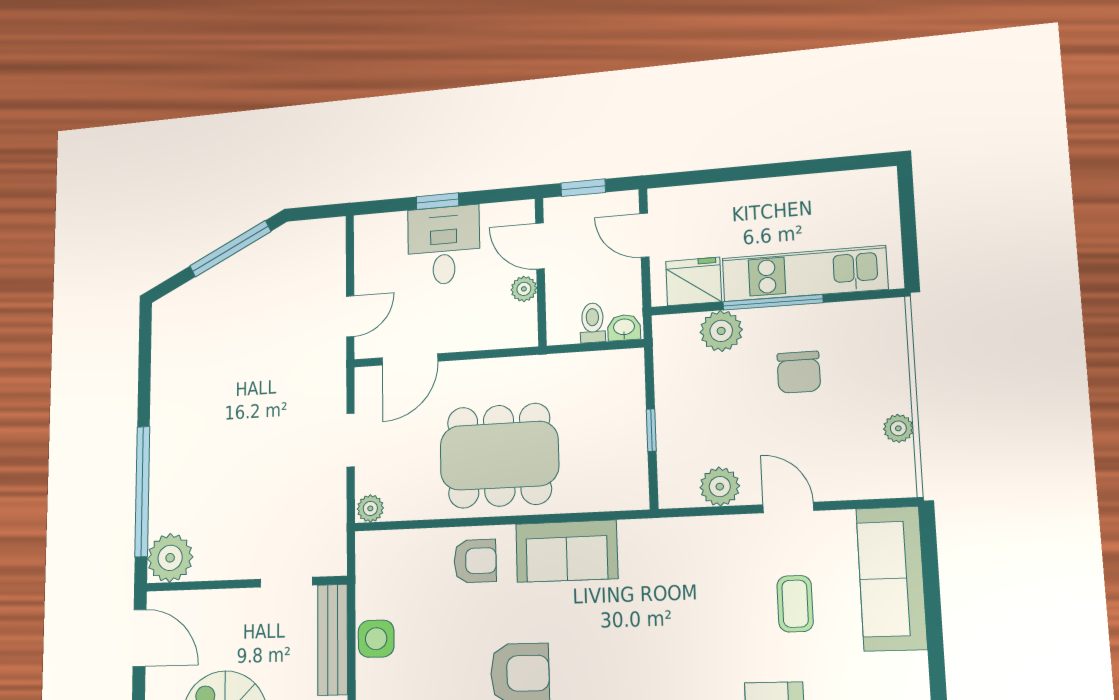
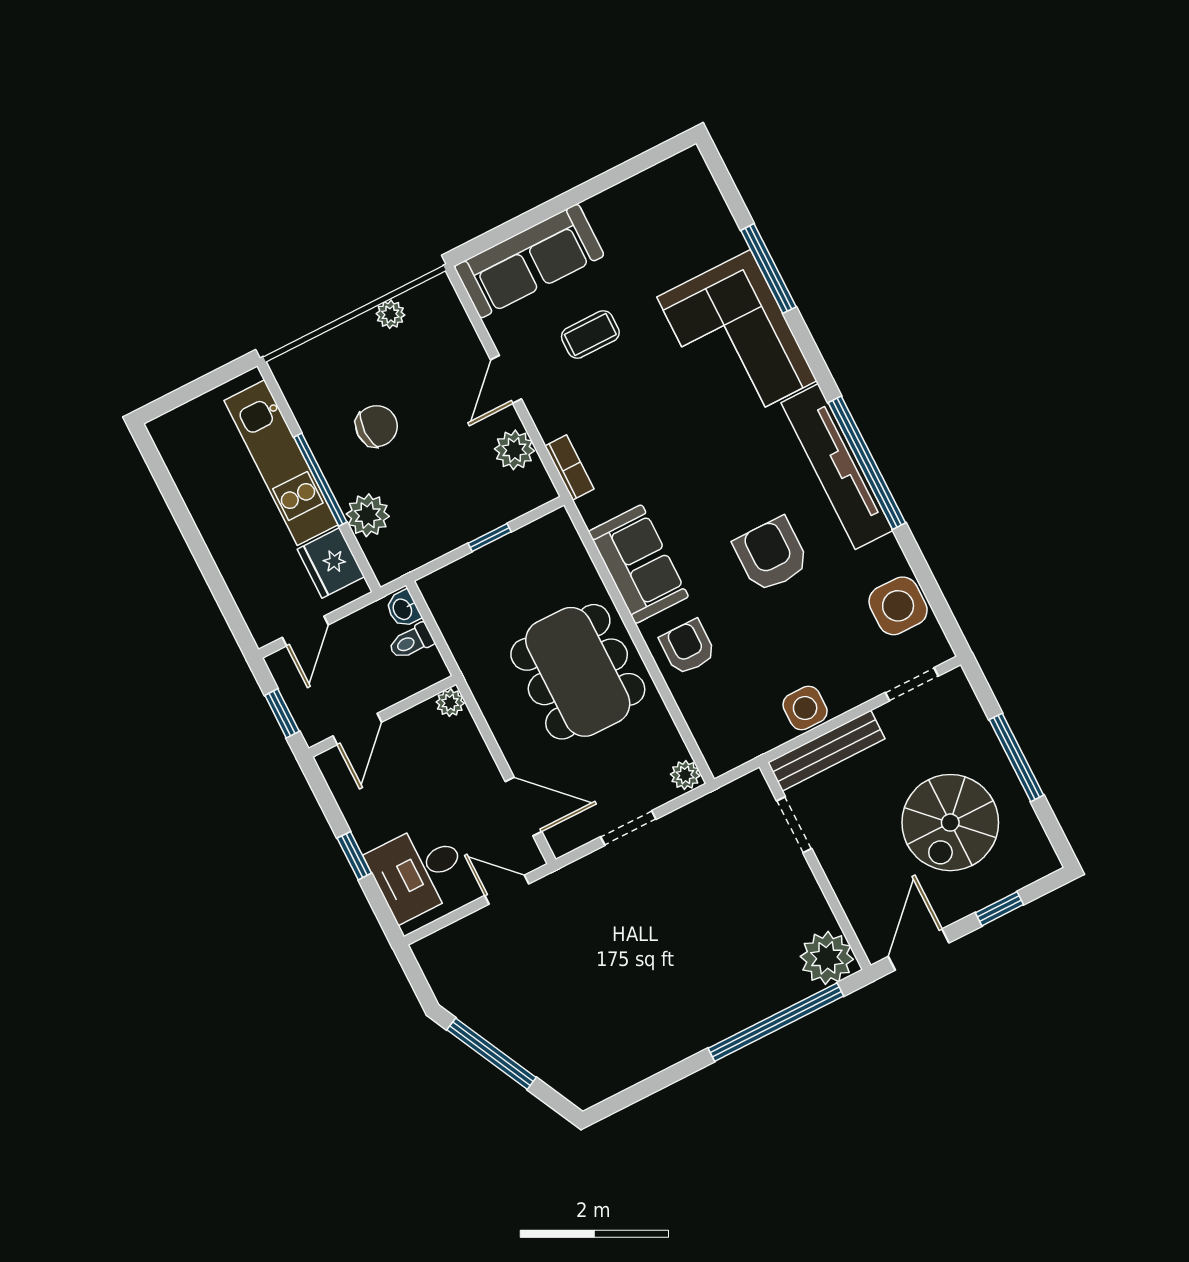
desk: (444, 245) -> (418, 871), moved
plant: (524, 289) -> (450, 703), moved
bookcase: (681, 529) -> (569, 468), added

